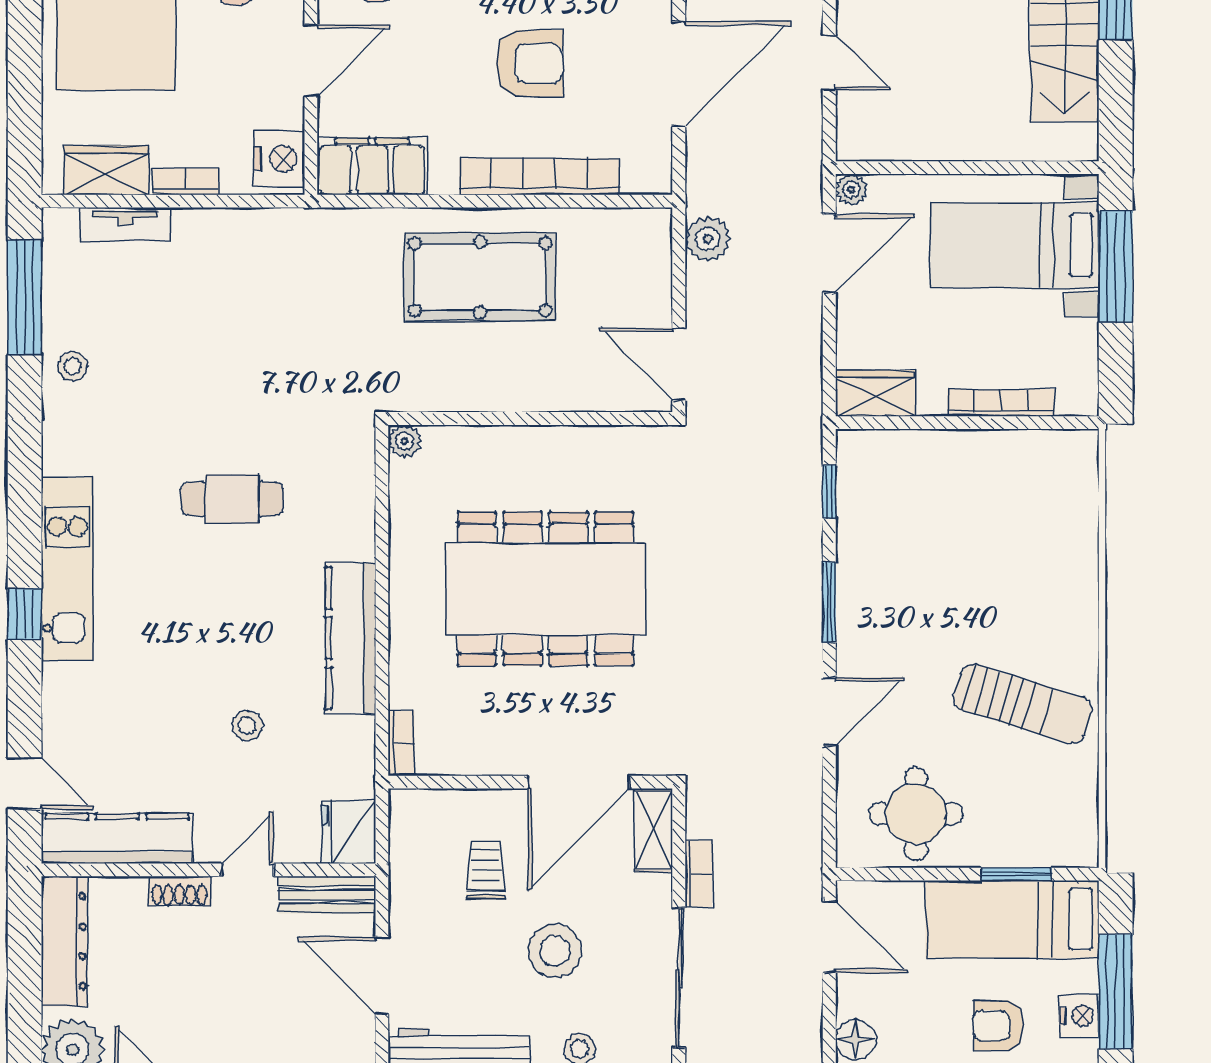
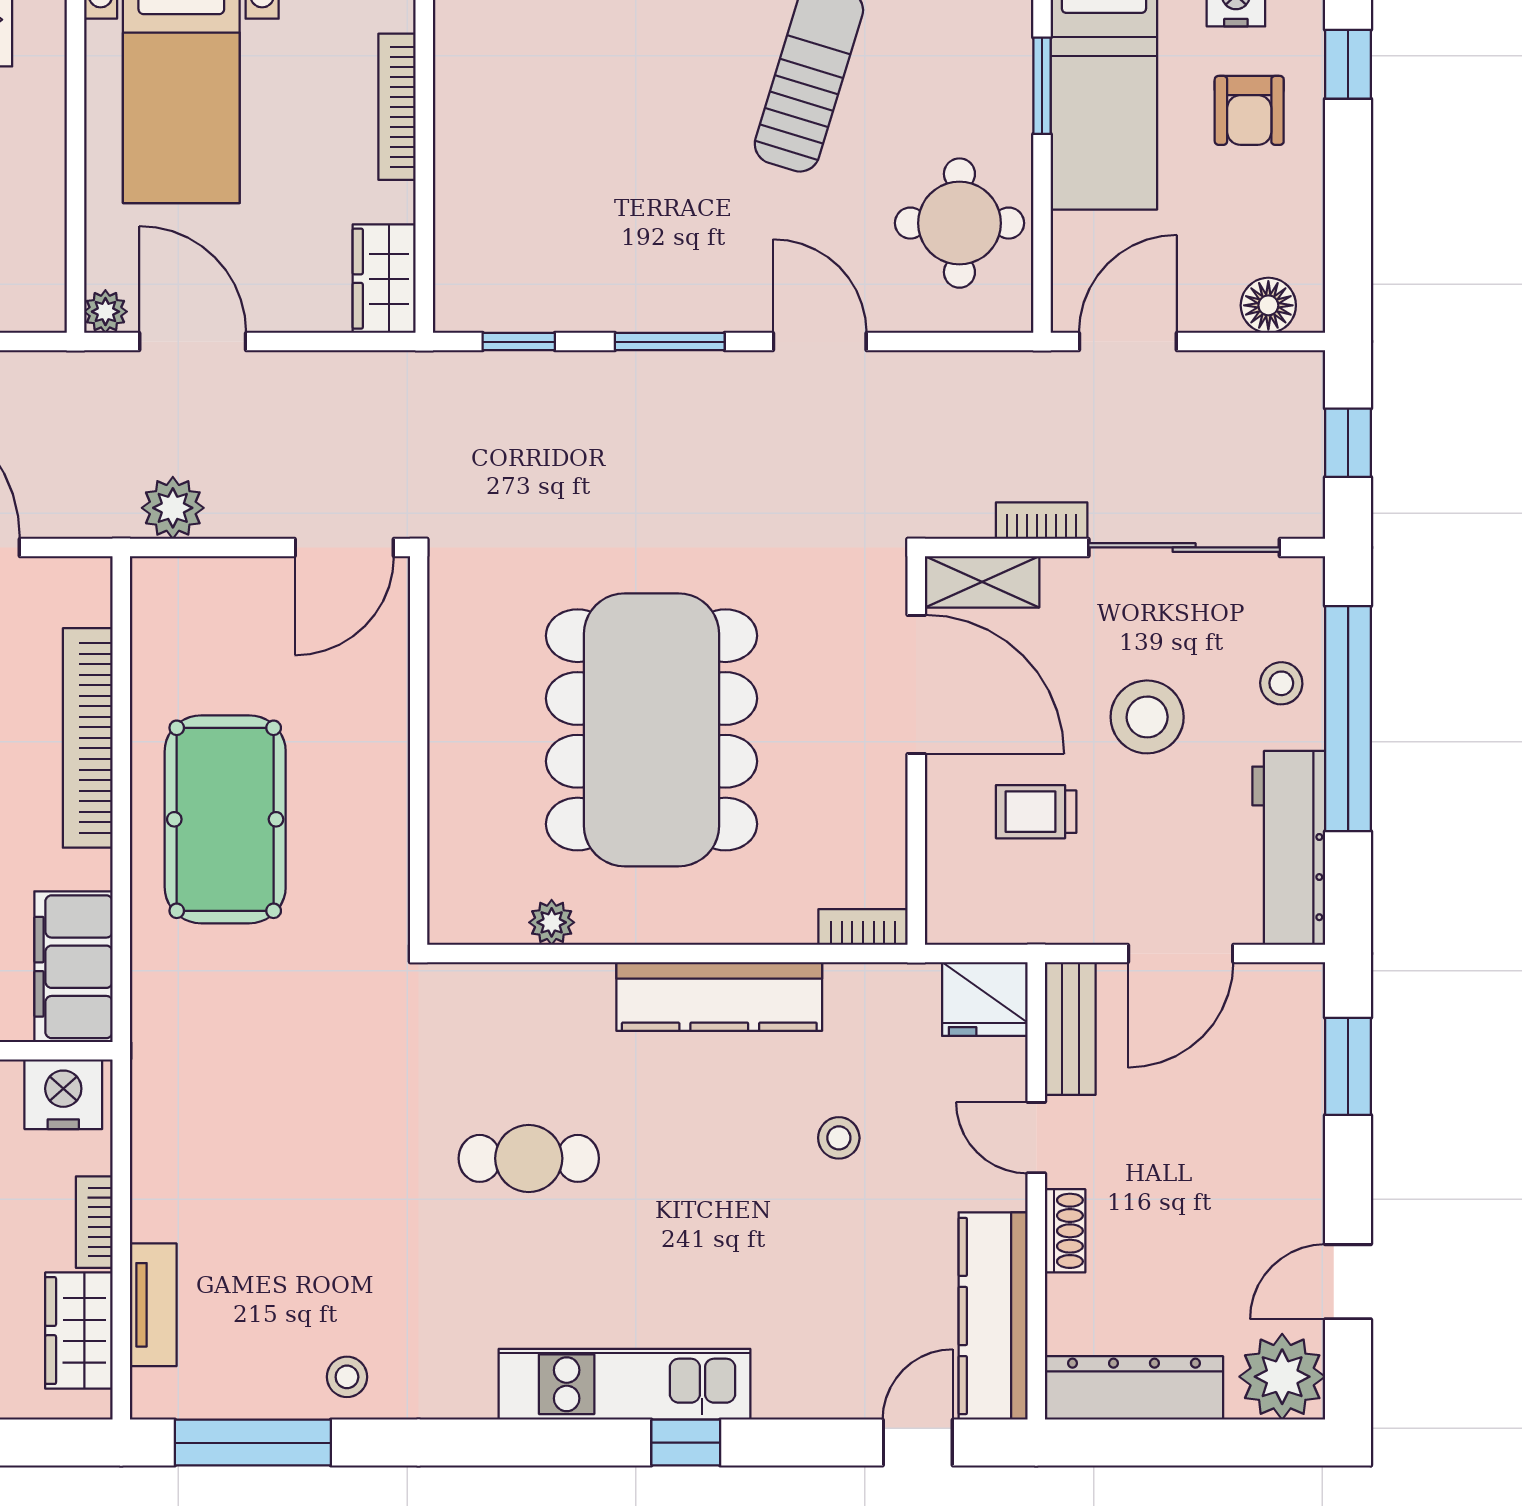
plant: (405, 441) -> (552, 922), moved
cafe table: (232, 499) -> (529, 1158), turned 90

